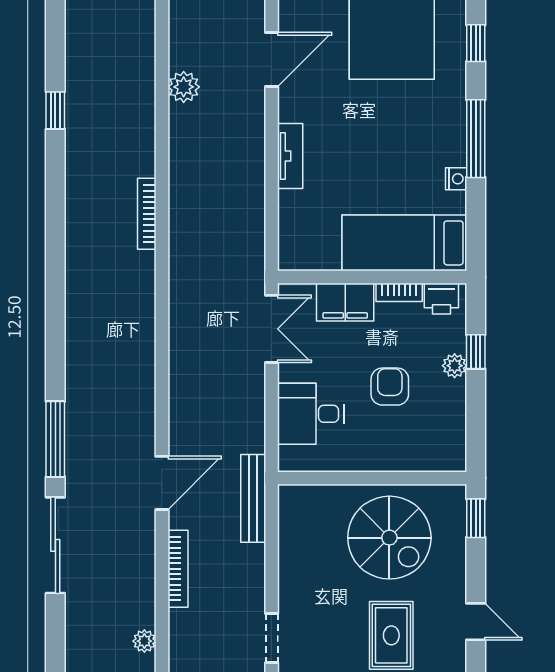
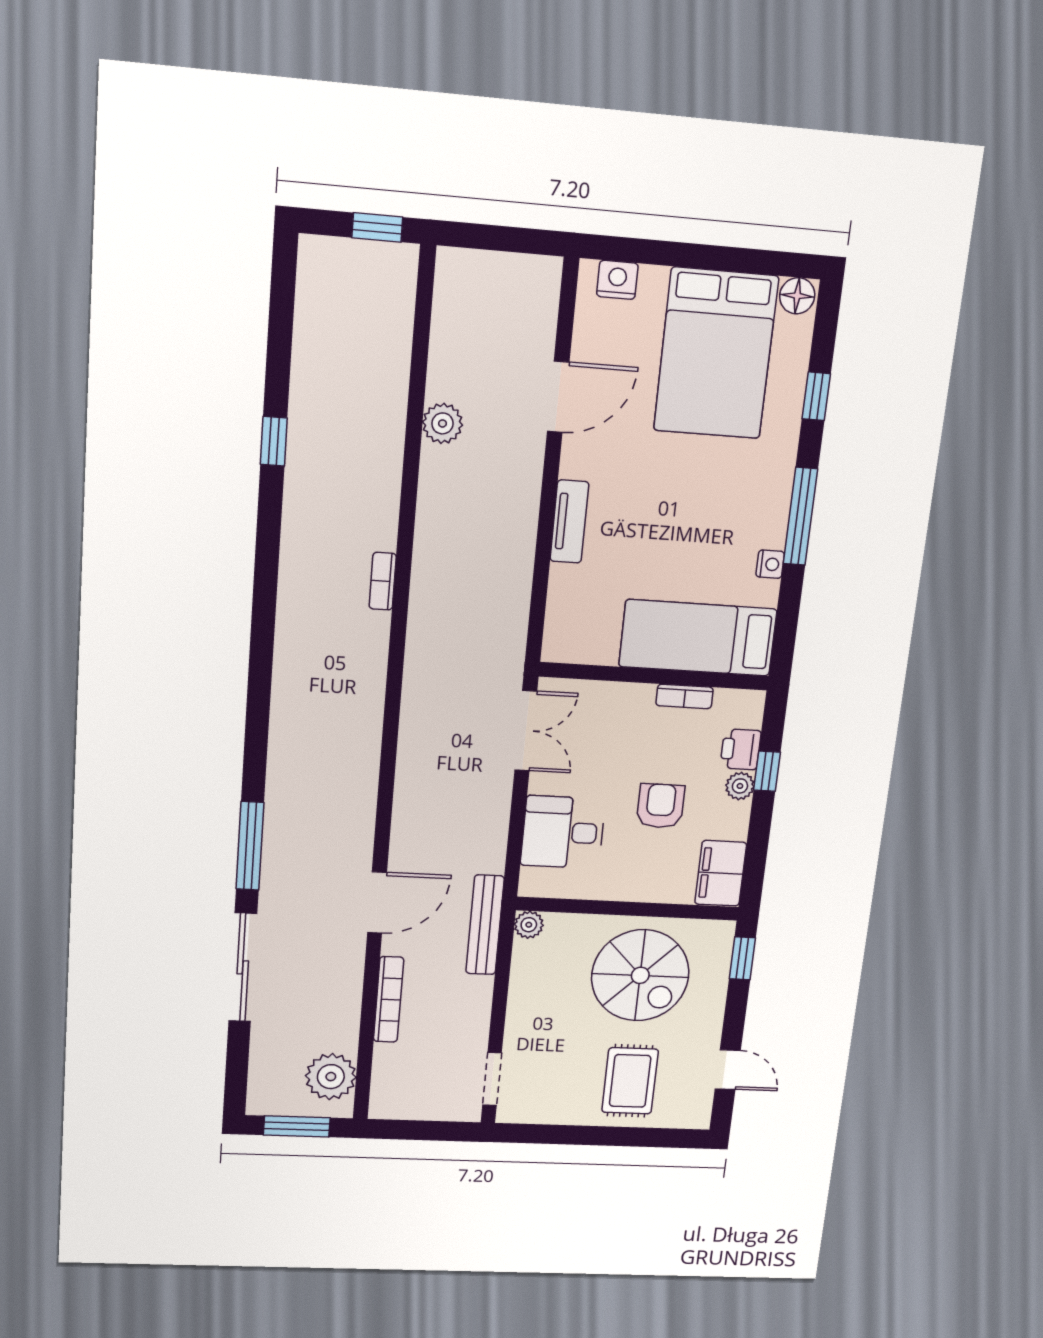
bookcase: (147, 214) -> (383, 581), width x0.64
printer: (441, 299) -> (741, 749), moved, turned 90
filing cabinet: (345, 302) -> (721, 873), moved, turned 90
plant: (290, 496) -> (529, 925), added
plant: (144, 641) -> (331, 1077), width x1.88, depth x1.88

